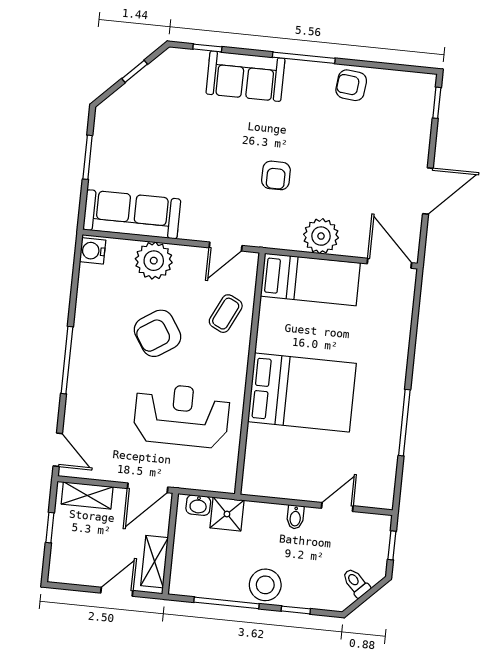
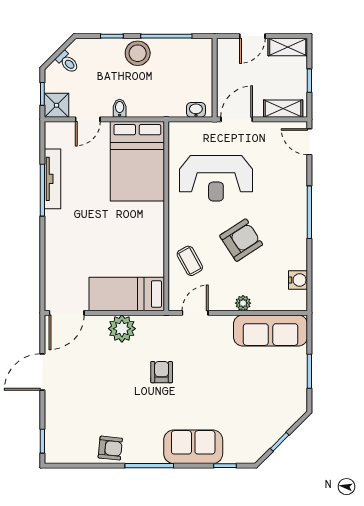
water cooler: (93, 251) -> (298, 280), moved
plant: (154, 261) -> (243, 303), width x0.53, depth x0.53
door: (389, 263) -> (67, 313), hinge flipped
coffee table: (226, 314) -> (190, 261), turned -55
bed: (302, 393) -> (137, 161), moved, turned -90
tv unit: (390, 436) -> (52, 179), added
shower: (227, 514) -> (56, 105), moved
shelving: (155, 562) -> (288, 47), moved, turned 90

